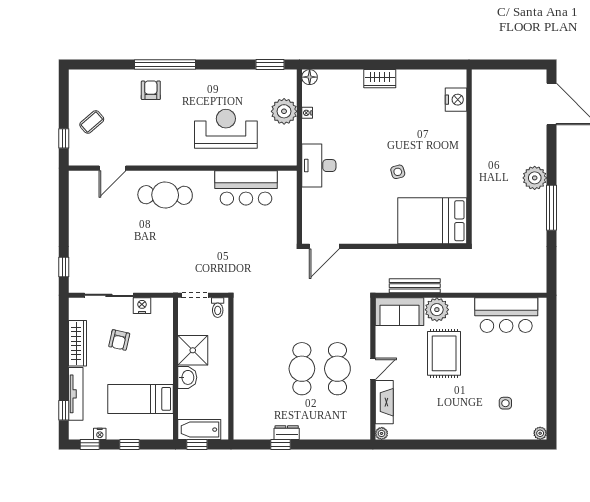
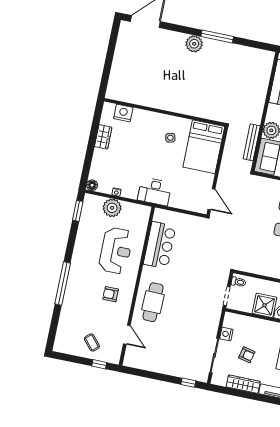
armchair: (151, 90) -> (111, 294), moved
nightstand: (456, 100) -> (123, 113), moved
reception desk: (226, 129) -> (116, 251), turned 180
wall: (469, 157) -> (165, 112), moved
bed: (432, 221) -> (204, 147), moved

